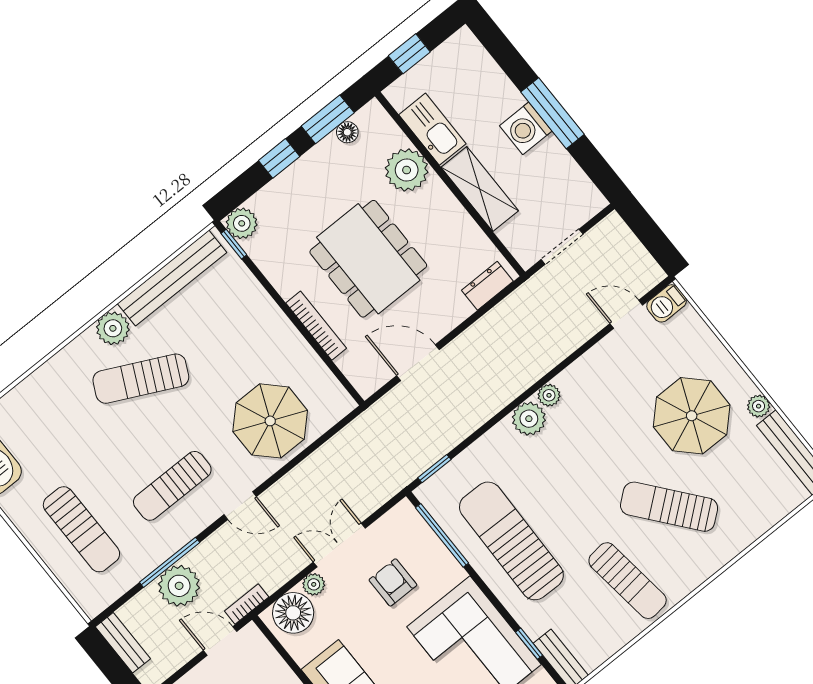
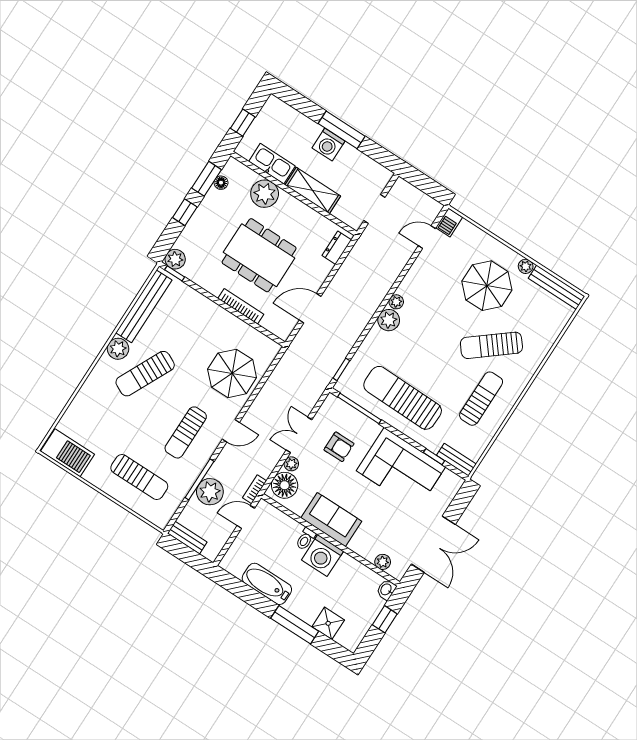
sun lounger: (628, 581) -> (481, 399), turned -83
armchair: (393, 582) -> (339, 447), turned 180

